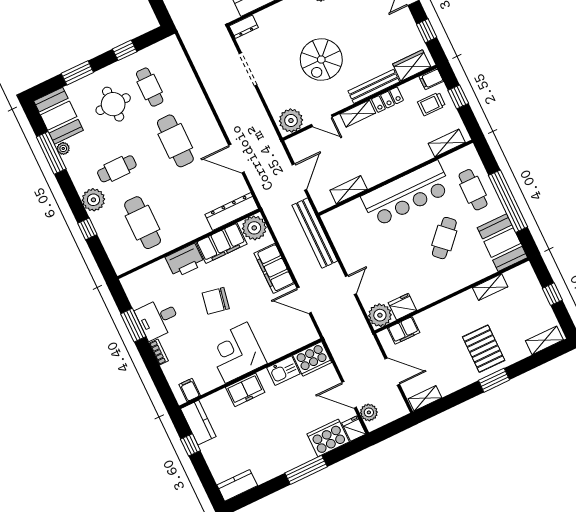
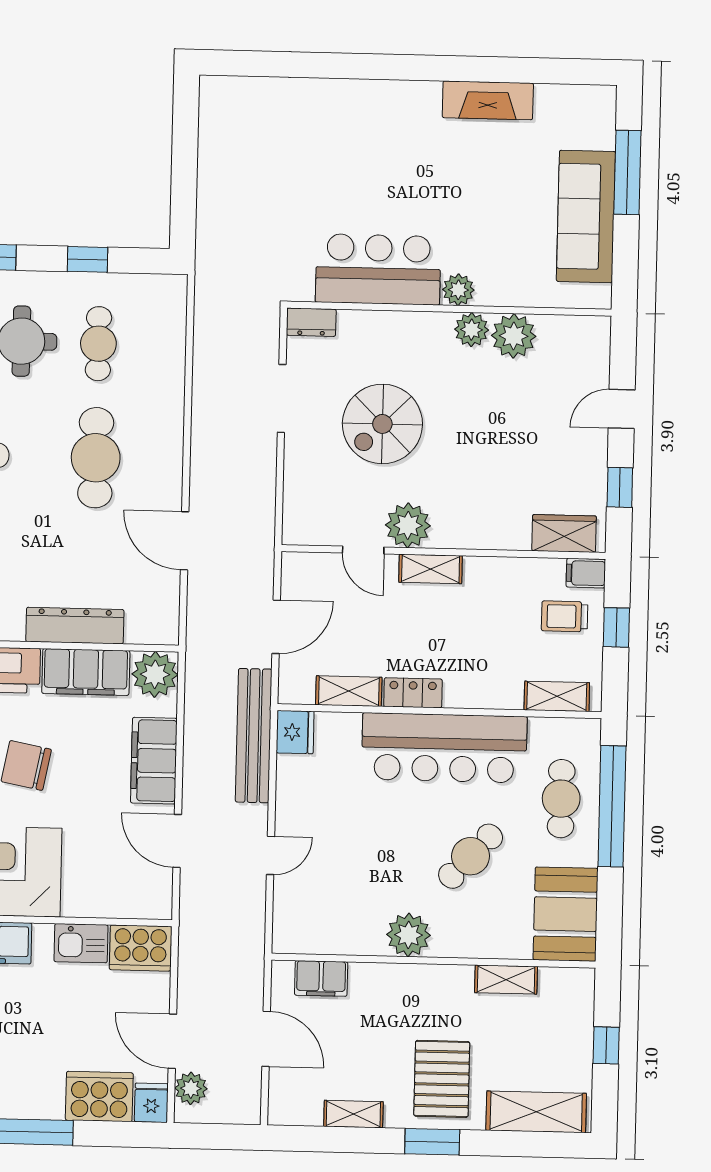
spiral stairs: (321, 60) -> (382, 424), moved
bench: (374, 86) -> (481, 536), removed
locker: (387, 100) -> (413, 693), moved, turned 180
plant: (291, 121) -> (408, 525), moved
window: (508, 201) -> (612, 806), moved
dresser: (232, 212) -> (75, 626), moved
fridge: (402, 307) -> (295, 732), moved, turned 90
plant: (380, 315) -> (409, 935), moved
shelving: (544, 340) -> (536, 1112), width x1.50, depth x1.33
shelving: (425, 398) -> (353, 1114), moved

